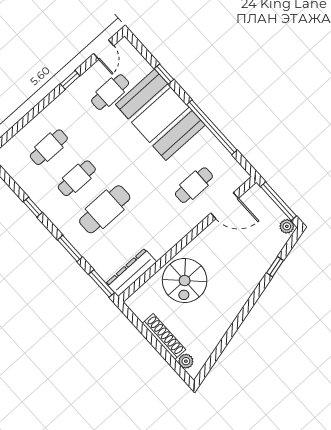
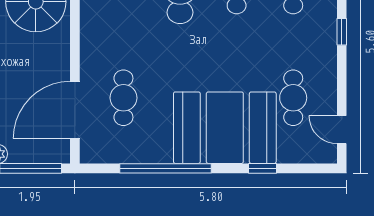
window: (70, 80) -> (342, 32), moved
door: (225, 206) -> (75, 110), width x1.36

